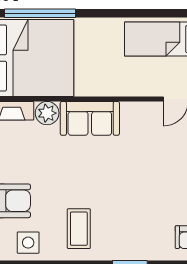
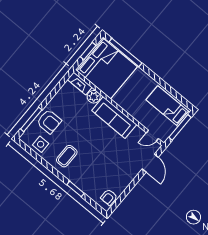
sofa: (90, 118) -> (114, 117), width x1.36

